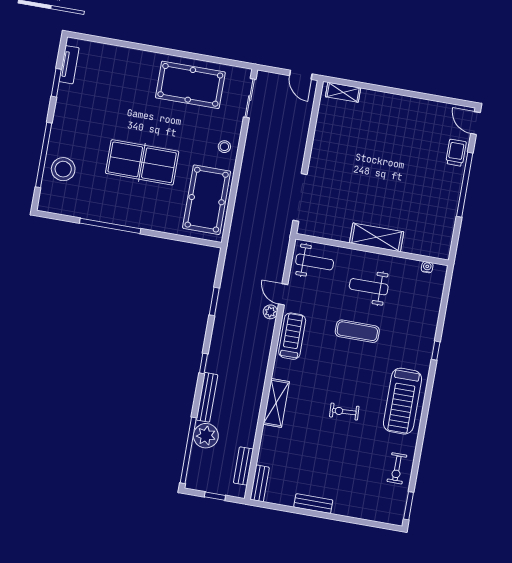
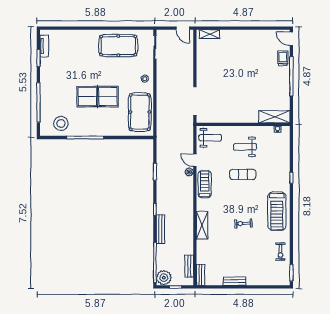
stool: (63, 169) -> (61, 123), moved
shelving: (377, 237) -> (274, 117), moved
plant: (206, 436) -> (164, 278), moved

